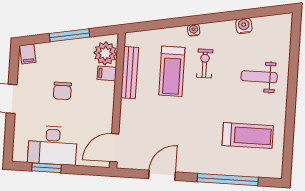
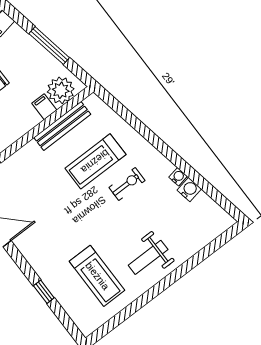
water cooler: (194, 30) -> (178, 177), moved
weight bench: (259, 77) -> (148, 257), moved, turned -90
window: (228, 180) -> (44, 292), width x0.32

